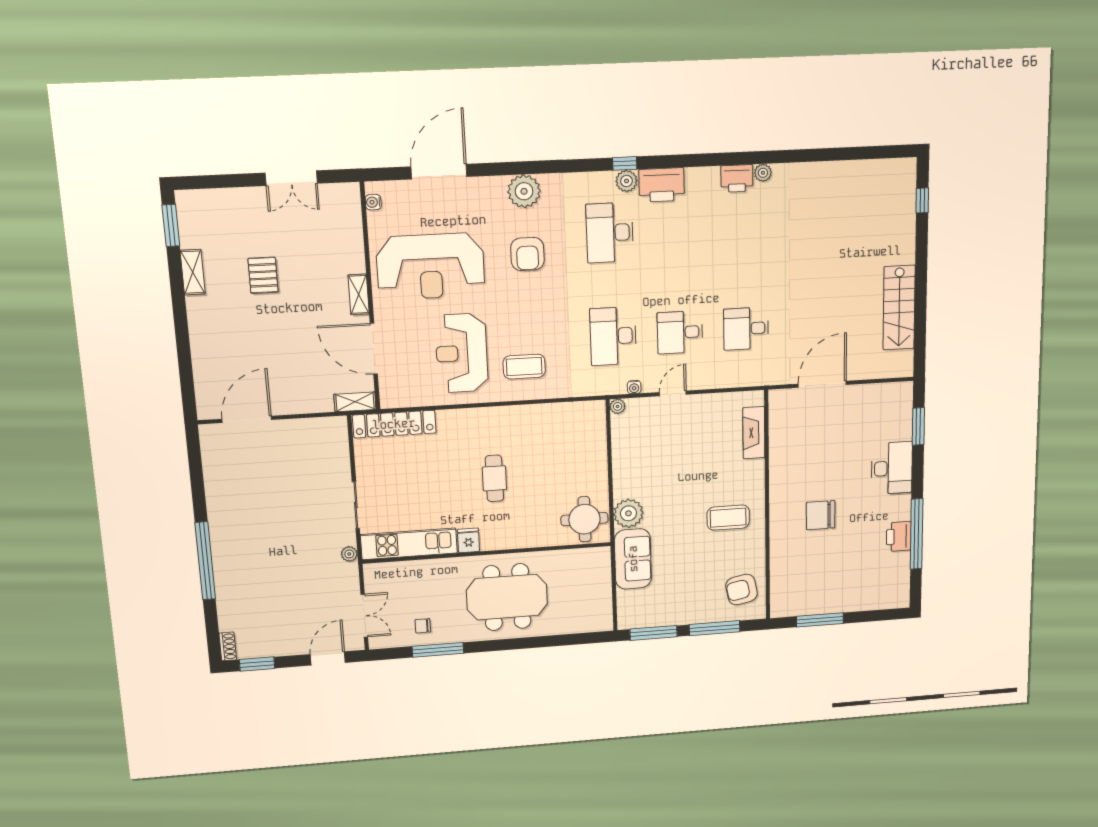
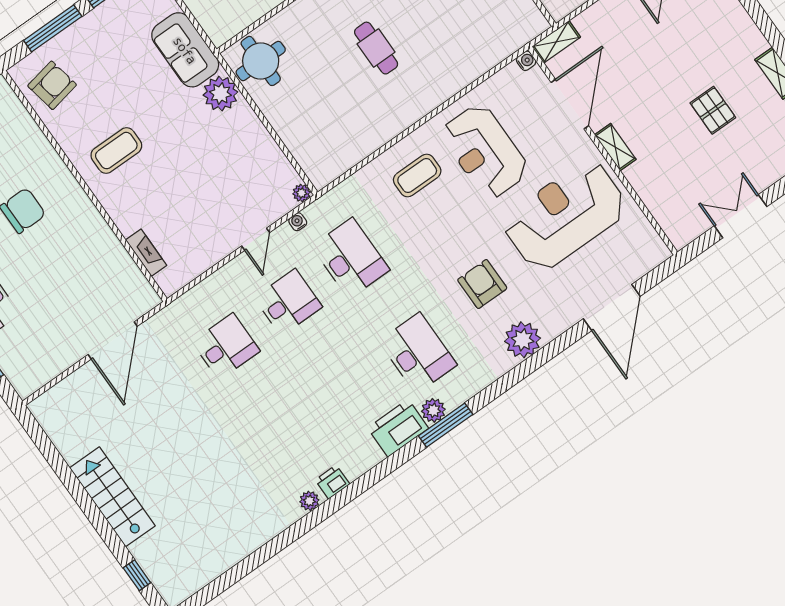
window: (625, 163) -> (446, 425), width x2.17
printer: (737, 178) -> (332, 482), width x0.73, depth x0.81
water cooler: (373, 202) -> (526, 61), moved
stairs: (899, 308) -> (112, 497), moved
door: (374, 349) -> (570, 104), hinge flipped
reception desk: (462, 353) -> (485, 151), turned 180
locker: (394, 424) -> (506, 43), removed
fireplace: (754, 433) -> (146, 253), width x0.73, depth x0.76

